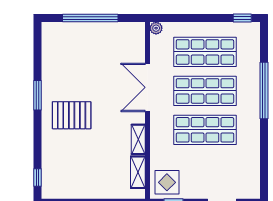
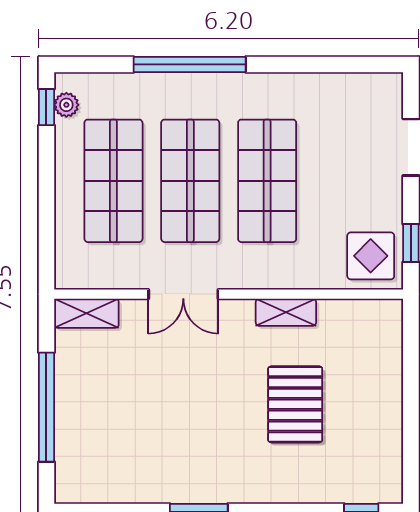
plant: (156, 28) -> (66, 105), moved
double door: (148, 87) -> (183, 294), width x0.73
pallet: (72, 115) -> (295, 404), moved
shelving: (138, 172) -> (86, 313), moved

